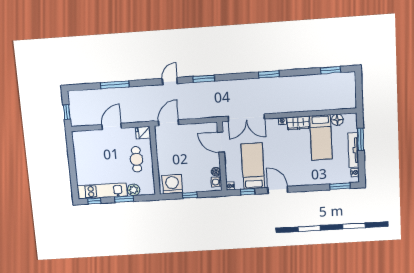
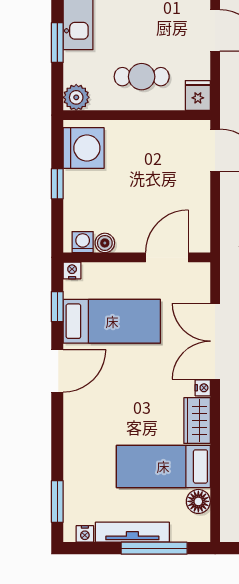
double door: (246, 118) -> (215, 341), moved
window: (361, 139) -> (154, 548), width x1.44
plant: (134, 190) -> (76, 97), moved

